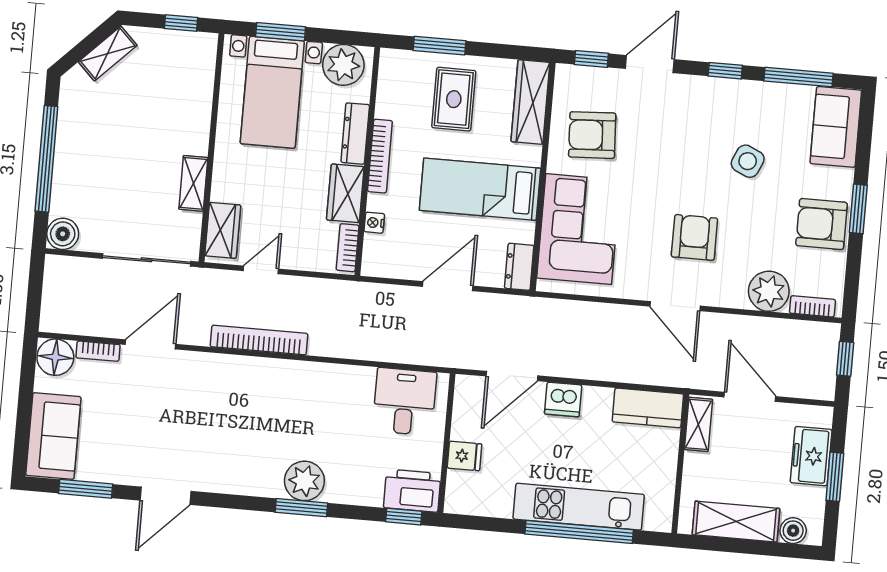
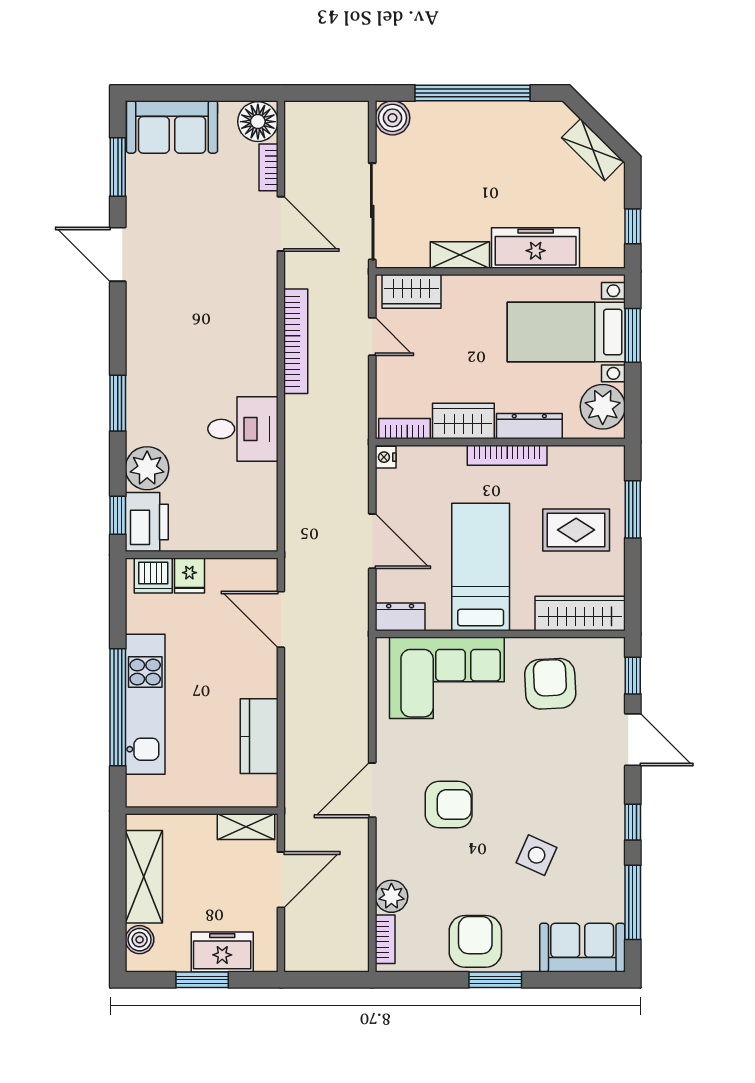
freezer: (193, 114) -> (536, 248), added
nightstand: (374, 223) -> (386, 457), moved, turned -90
plant: (769, 291) -> (391, 896), width x0.73, depth x0.73
window: (845, 359) -> (331, 980), removed
dishwasher: (563, 399) -> (153, 575), moved, turned -90
desk: (405, 402) -> (243, 429), moved
kitchen counter: (648, 408) -> (259, 736), moved
plant: (304, 481) -> (147, 468), moved

